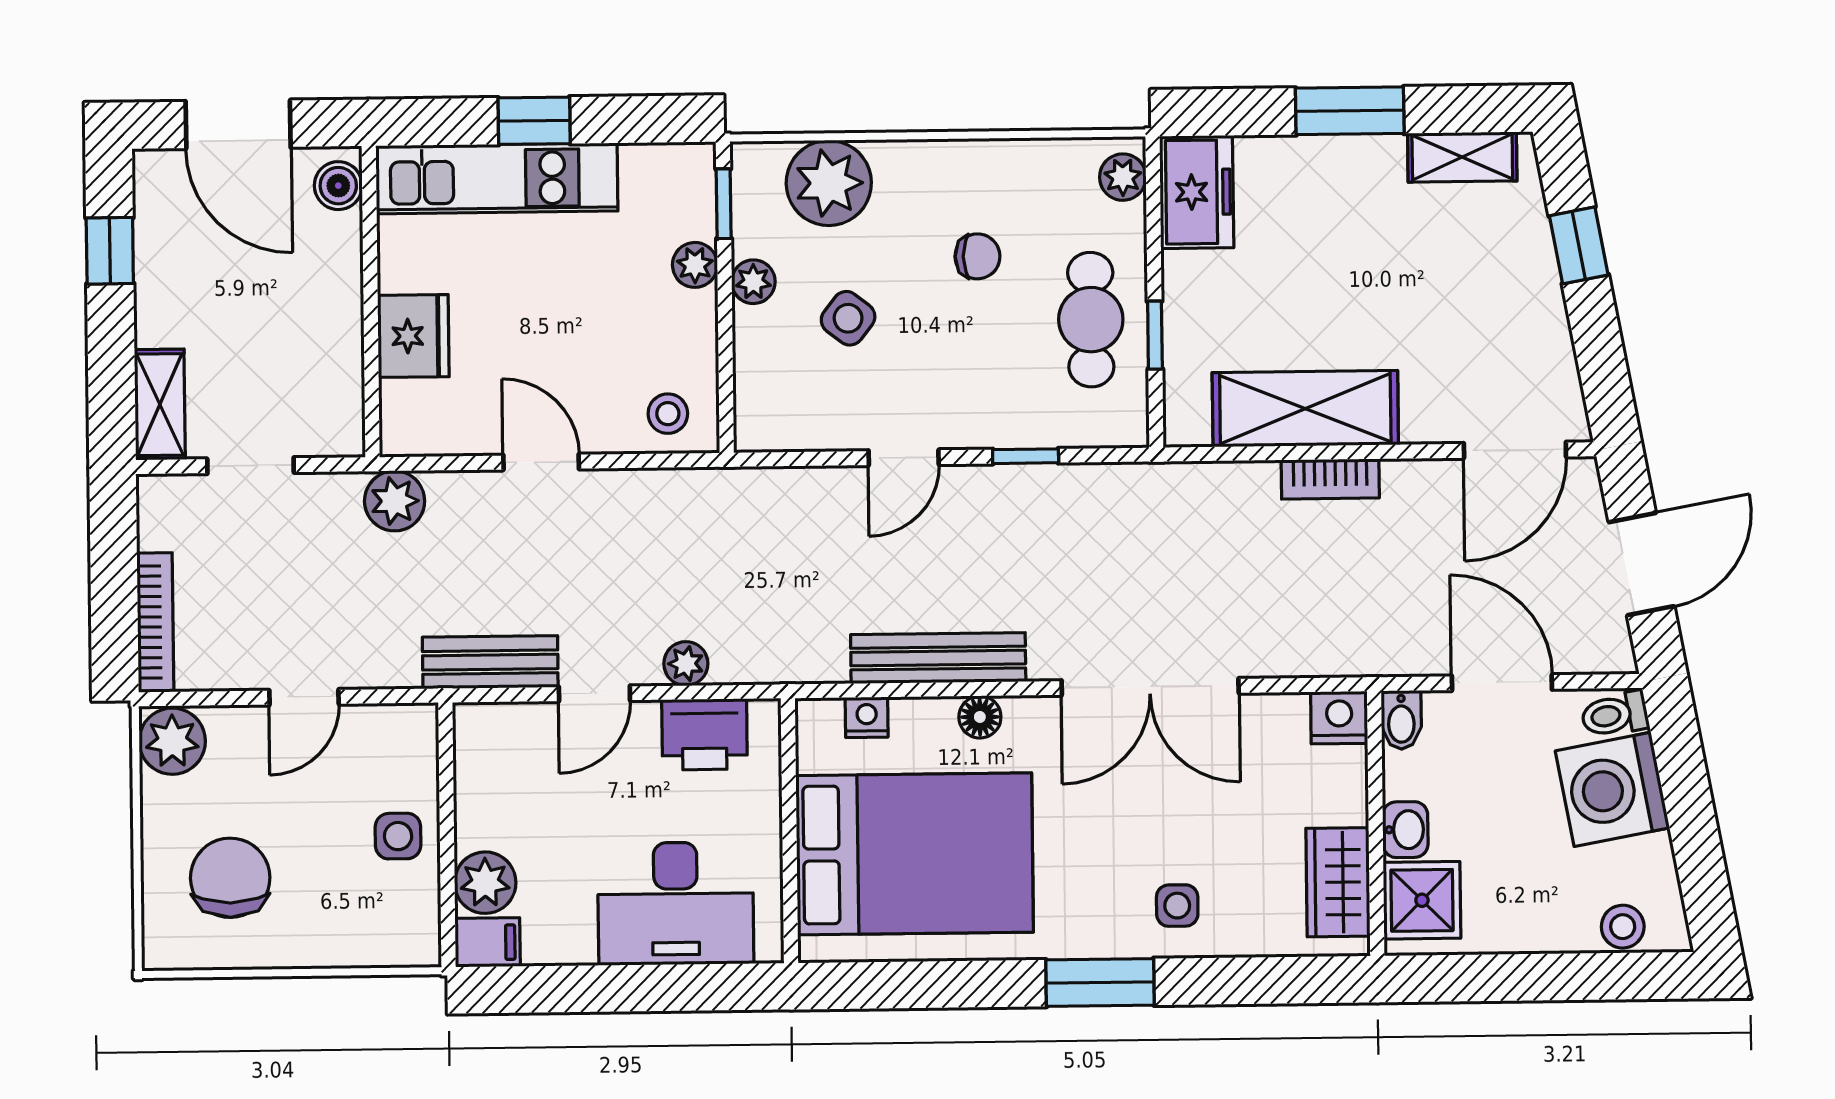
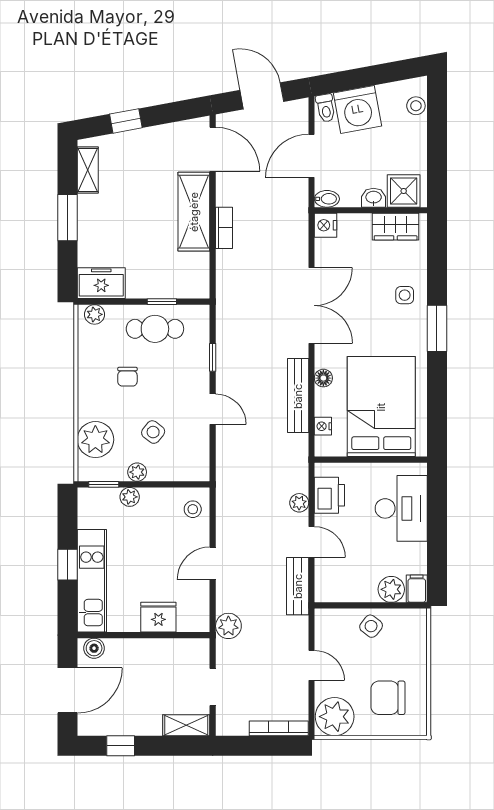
chair: (977, 256) -> (127, 377), turned 180
shelving: (1305, 409) -> (194, 212), moved
plant: (172, 741) -> (335, 717), width x1.36, depth x1.36
side table: (398, 836) -> (371, 626), turned 38

